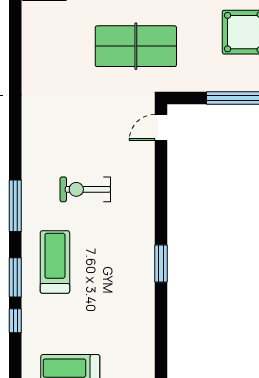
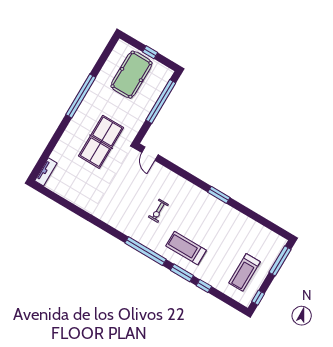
exercise bike: (85, 189) -> (158, 211), width x0.73, depth x0.72
window: (15, 206) -> (146, 251), width x1.46

